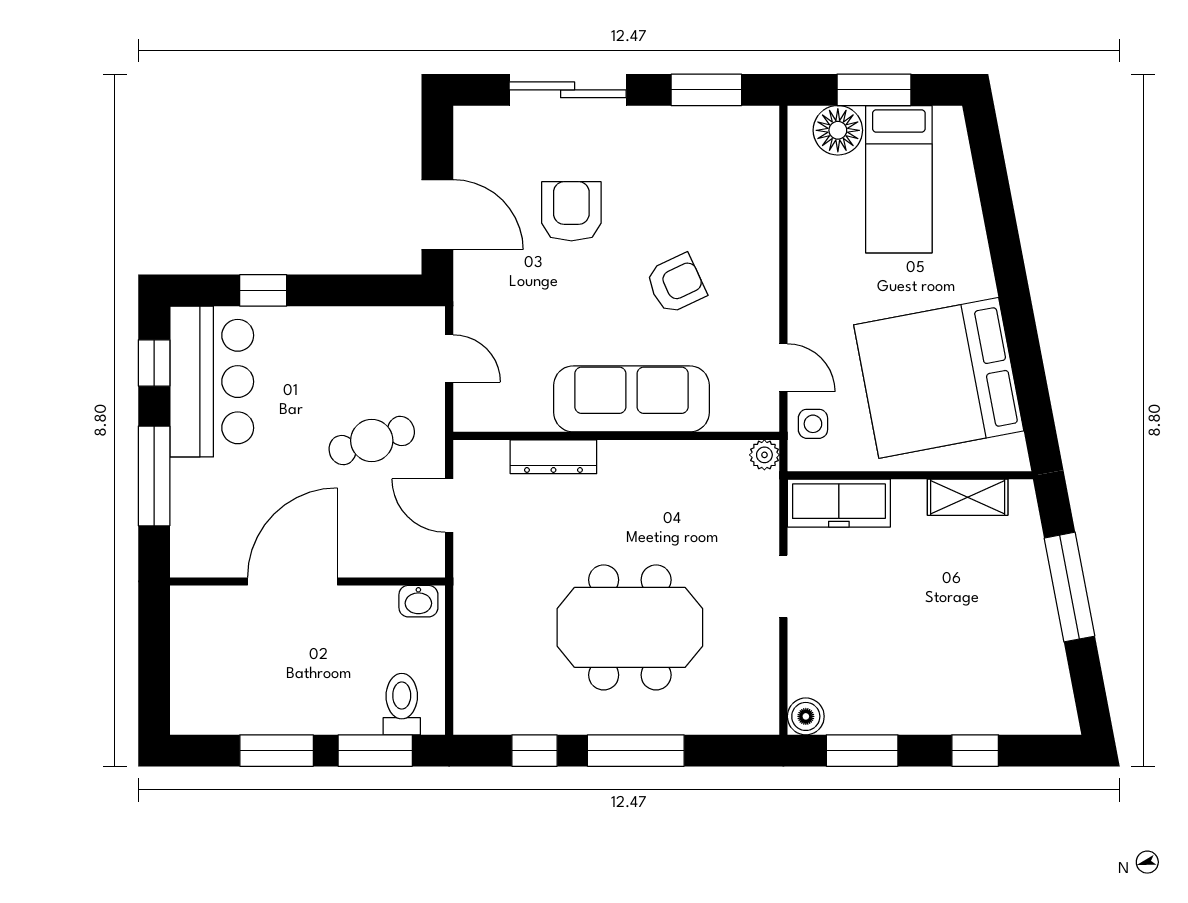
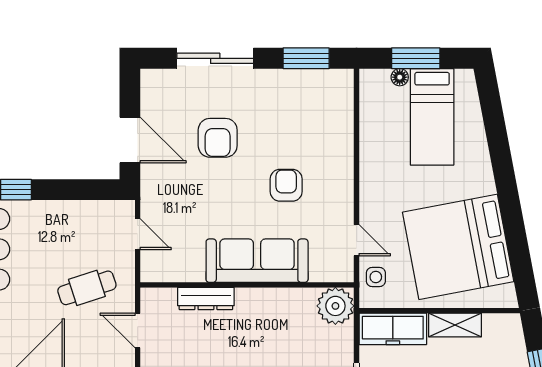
floor lamp: (838, 130) -> (400, 77), width x0.53, depth x0.53
armchair: (571, 211) -> (218, 138), turned 180
armchair: (676, 284) -> (286, 185), turned -65
plant: (764, 455) -> (335, 306), width x1.88, depth x1.88
shelving: (968, 497) -> (455, 325), moved

